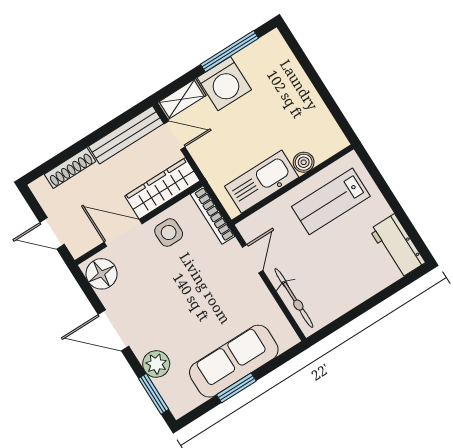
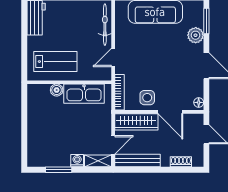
window: (230, 51) -> (59, 170), width x0.69
washing machine: (224, 84) -> (77, 161), width x0.53, depth x0.53
door: (175, 135) -> (113, 145), swing flipped
shoe rack: (70, 168) -> (181, 162), width x0.70
floor lamp: (102, 274) -> (199, 102), width x0.53, depth x0.53

